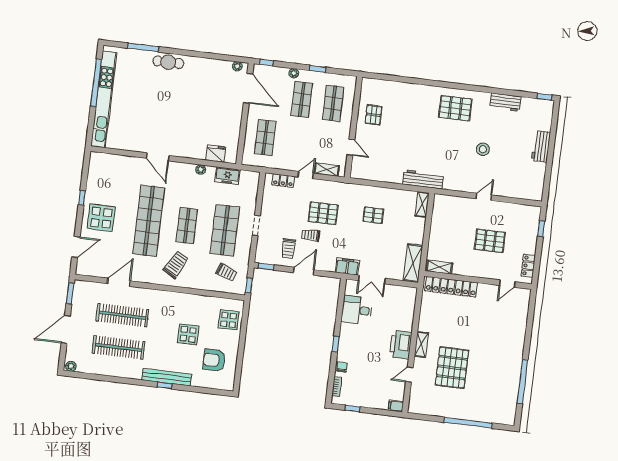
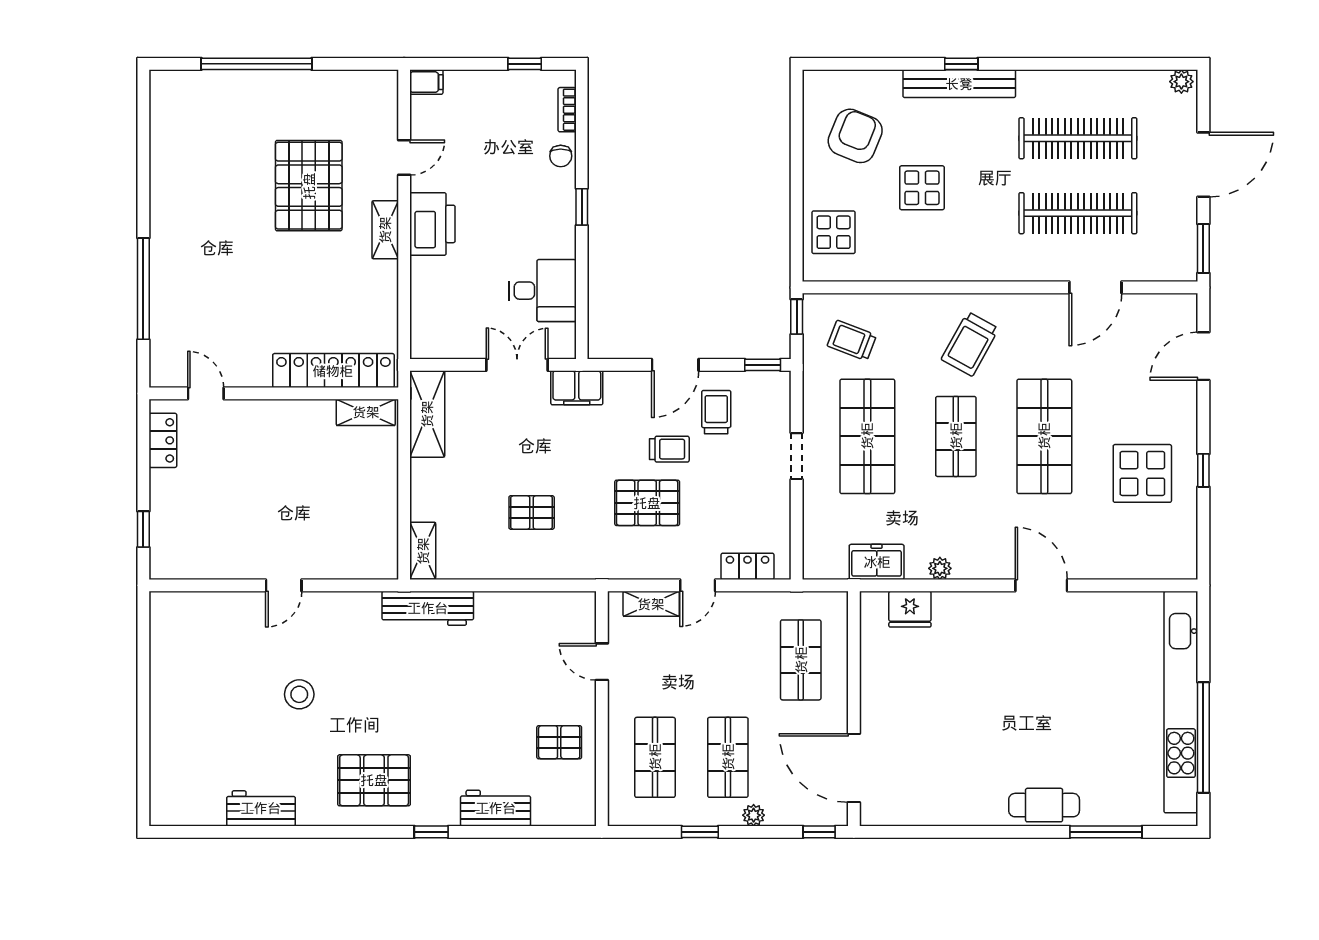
plant: (237, 66) -> (885, 815), removed
window: (545, 97) -> (431, 832), moved
pallet: (374, 115) -> (559, 742), turned 90
workbench: (541, 146) -> (496, 808), moved, turned -90
display table: (101, 218) -> (1142, 473), moved
shop shelf: (149, 221) -> (1044, 436), width x0.71
pallet: (490, 241) -> (258, 487), removed
door: (507, 284) -> (206, 393), hinge flipped
armchair: (214, 360) -> (855, 136), turned -68
window: (522, 382) -> (143, 289), moved

